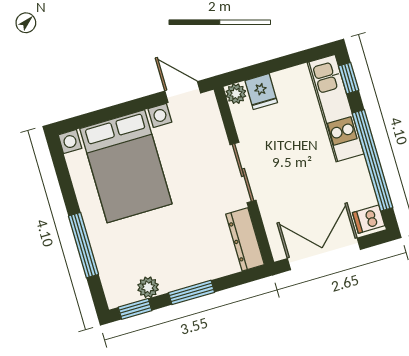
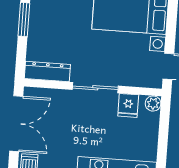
fridge: (261, 92) -> (128, 105), moved, turned -90

